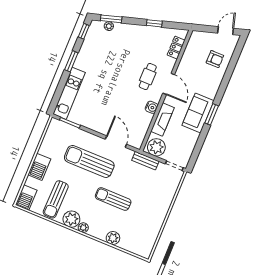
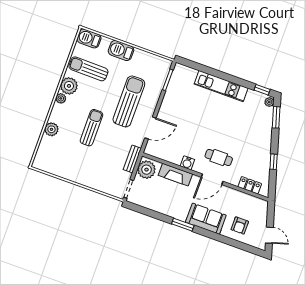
plant: (109, 26) -> (269, 102), moved
window: (71, 61) -> (231, 78), removed
kitchen unit: (69, 93) -> (221, 86), moved
sofa: (198, 113) -> (206, 219), moved

